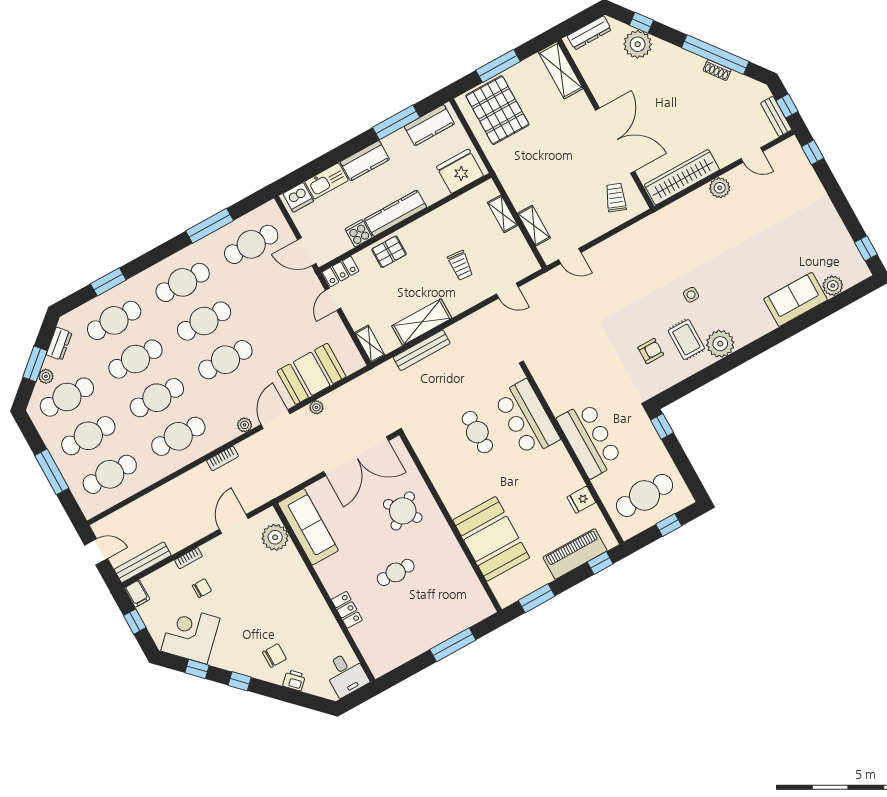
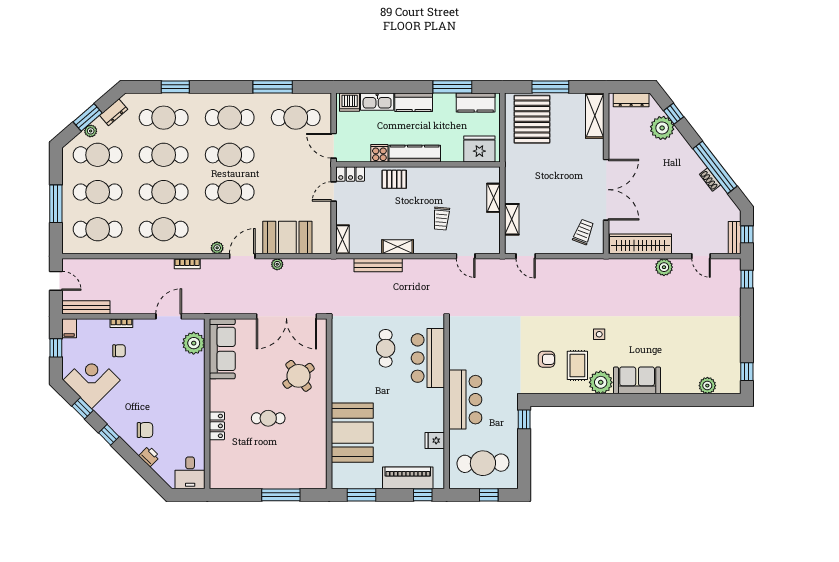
sofa: (795, 299) -> (637, 380), moved
shelving: (422, 322) -> (398, 247), width x0.67, depth x0.75

